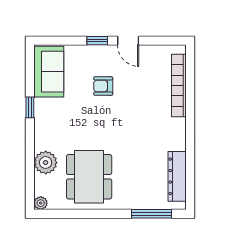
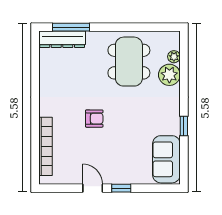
armchair: (103, 86) -> (94, 119), moved
dresser: (177, 176) -> (62, 39), moved, turned 90
plant: (41, 203) -> (174, 57), moved

